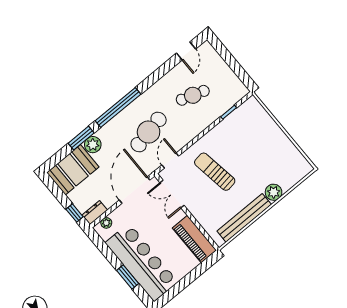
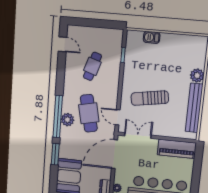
barbecue: (267, 122) -> (152, 37), added
plant: (93, 145) -> (67, 120), moved
door: (135, 190) -> (114, 154), hinge flipped
double door: (172, 194) -> (138, 135), swing flipped

